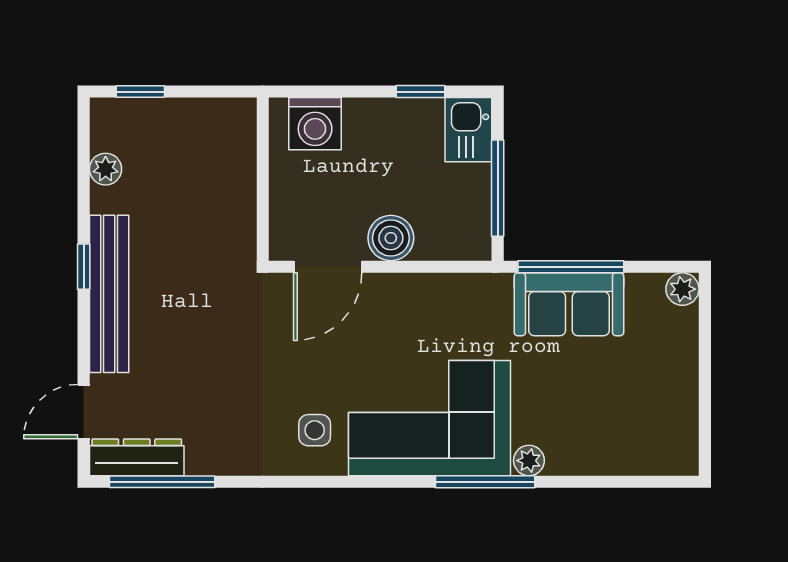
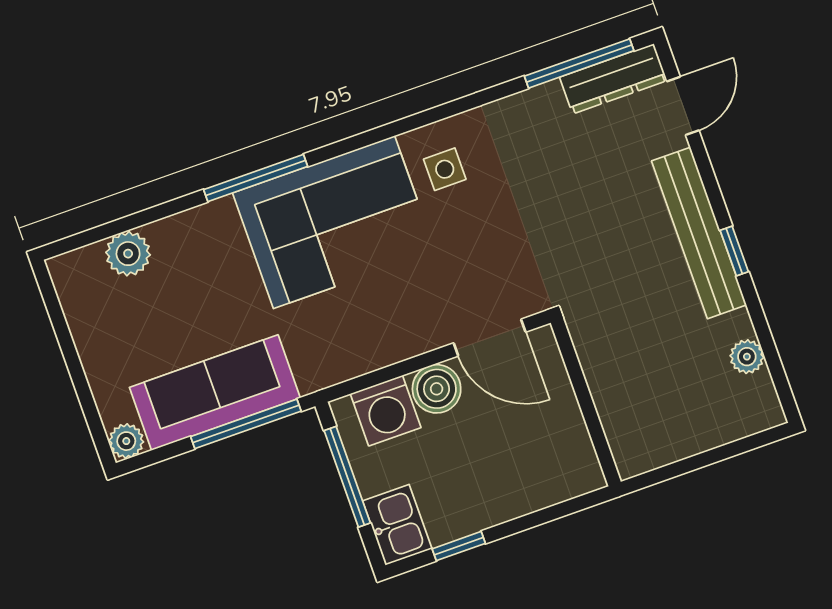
window: (140, 92) -> (739, 447), removed
washing machine: (315, 124) -> (386, 411), moved, turned 180
door: (328, 267) -> (490, 338), swing flipped
sofa: (569, 304) -> (215, 393), width x1.36
plant: (529, 461) -> (128, 254), moved, width x1.38, depth x1.38

